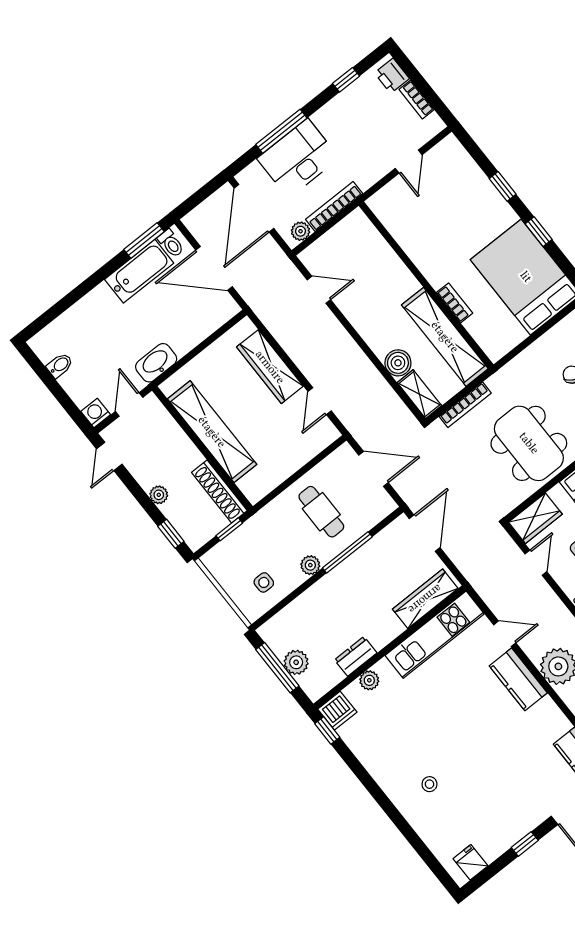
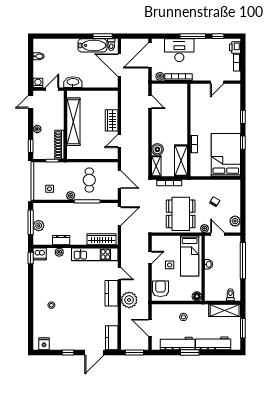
window: (281, 131) -> (193, 36), moved
shelving: (445, 337) -> (181, 161), width x0.68
wardrobe: (270, 367) -> (112, 120), width x0.67
wardrobe: (535, 518) -> (162, 242), removed

